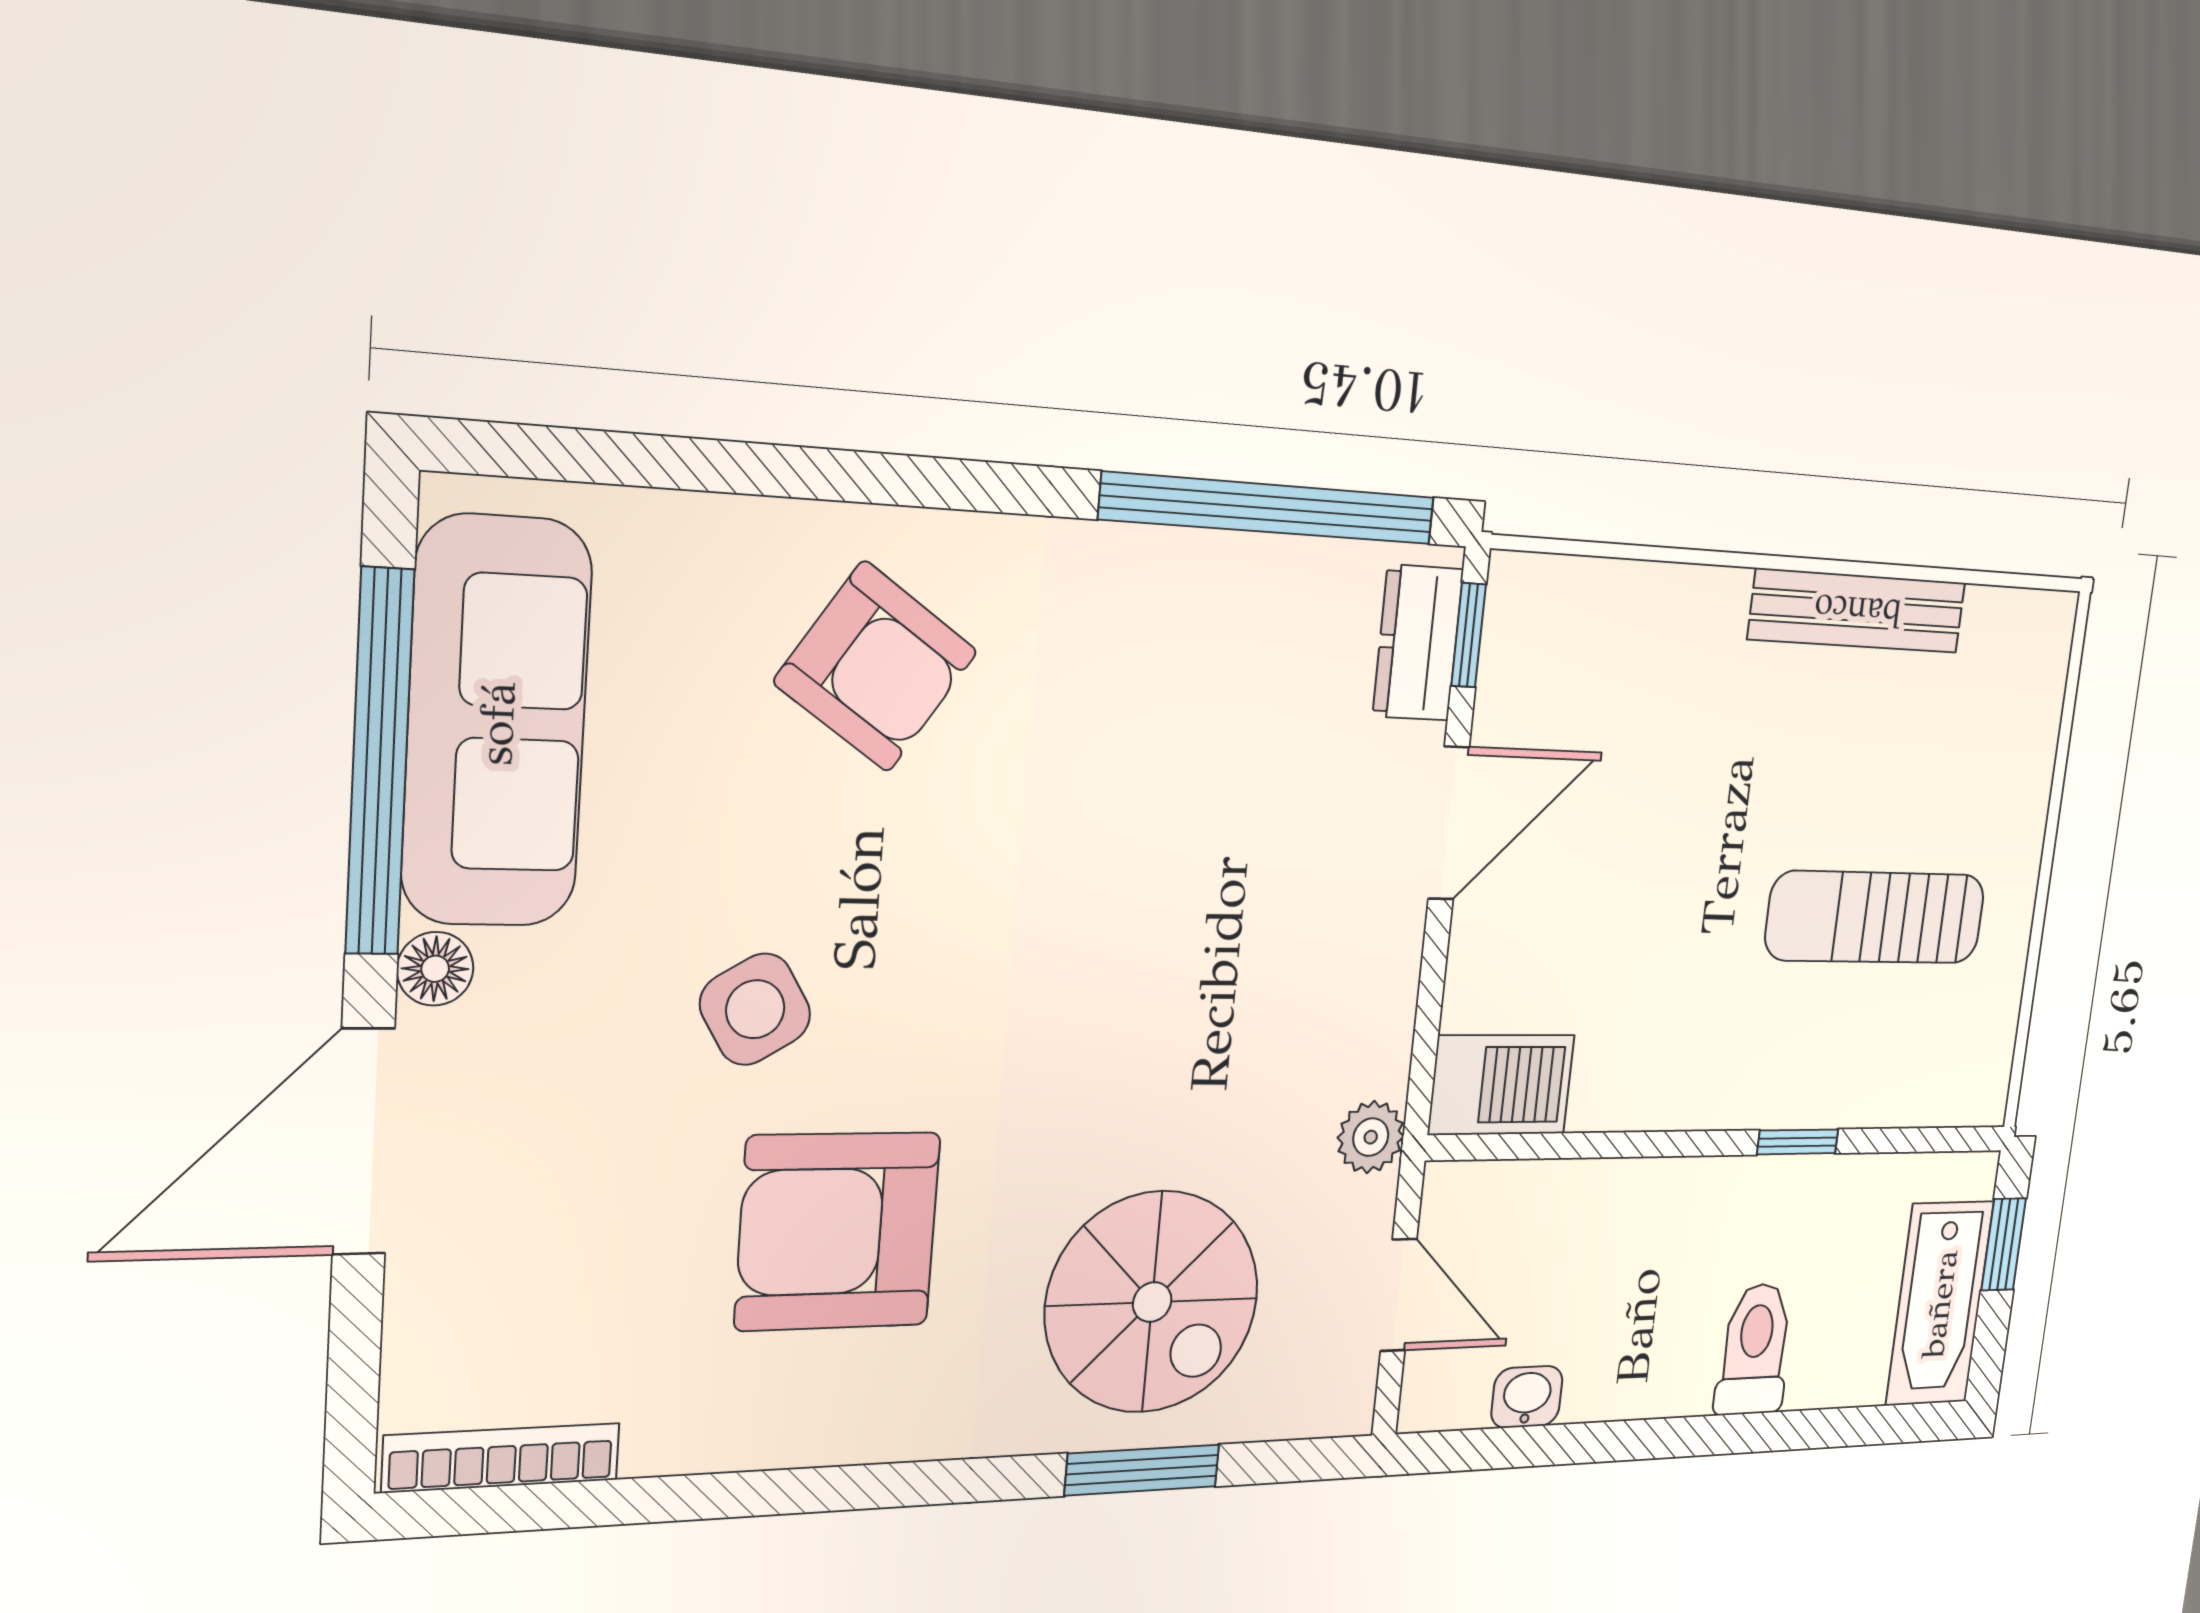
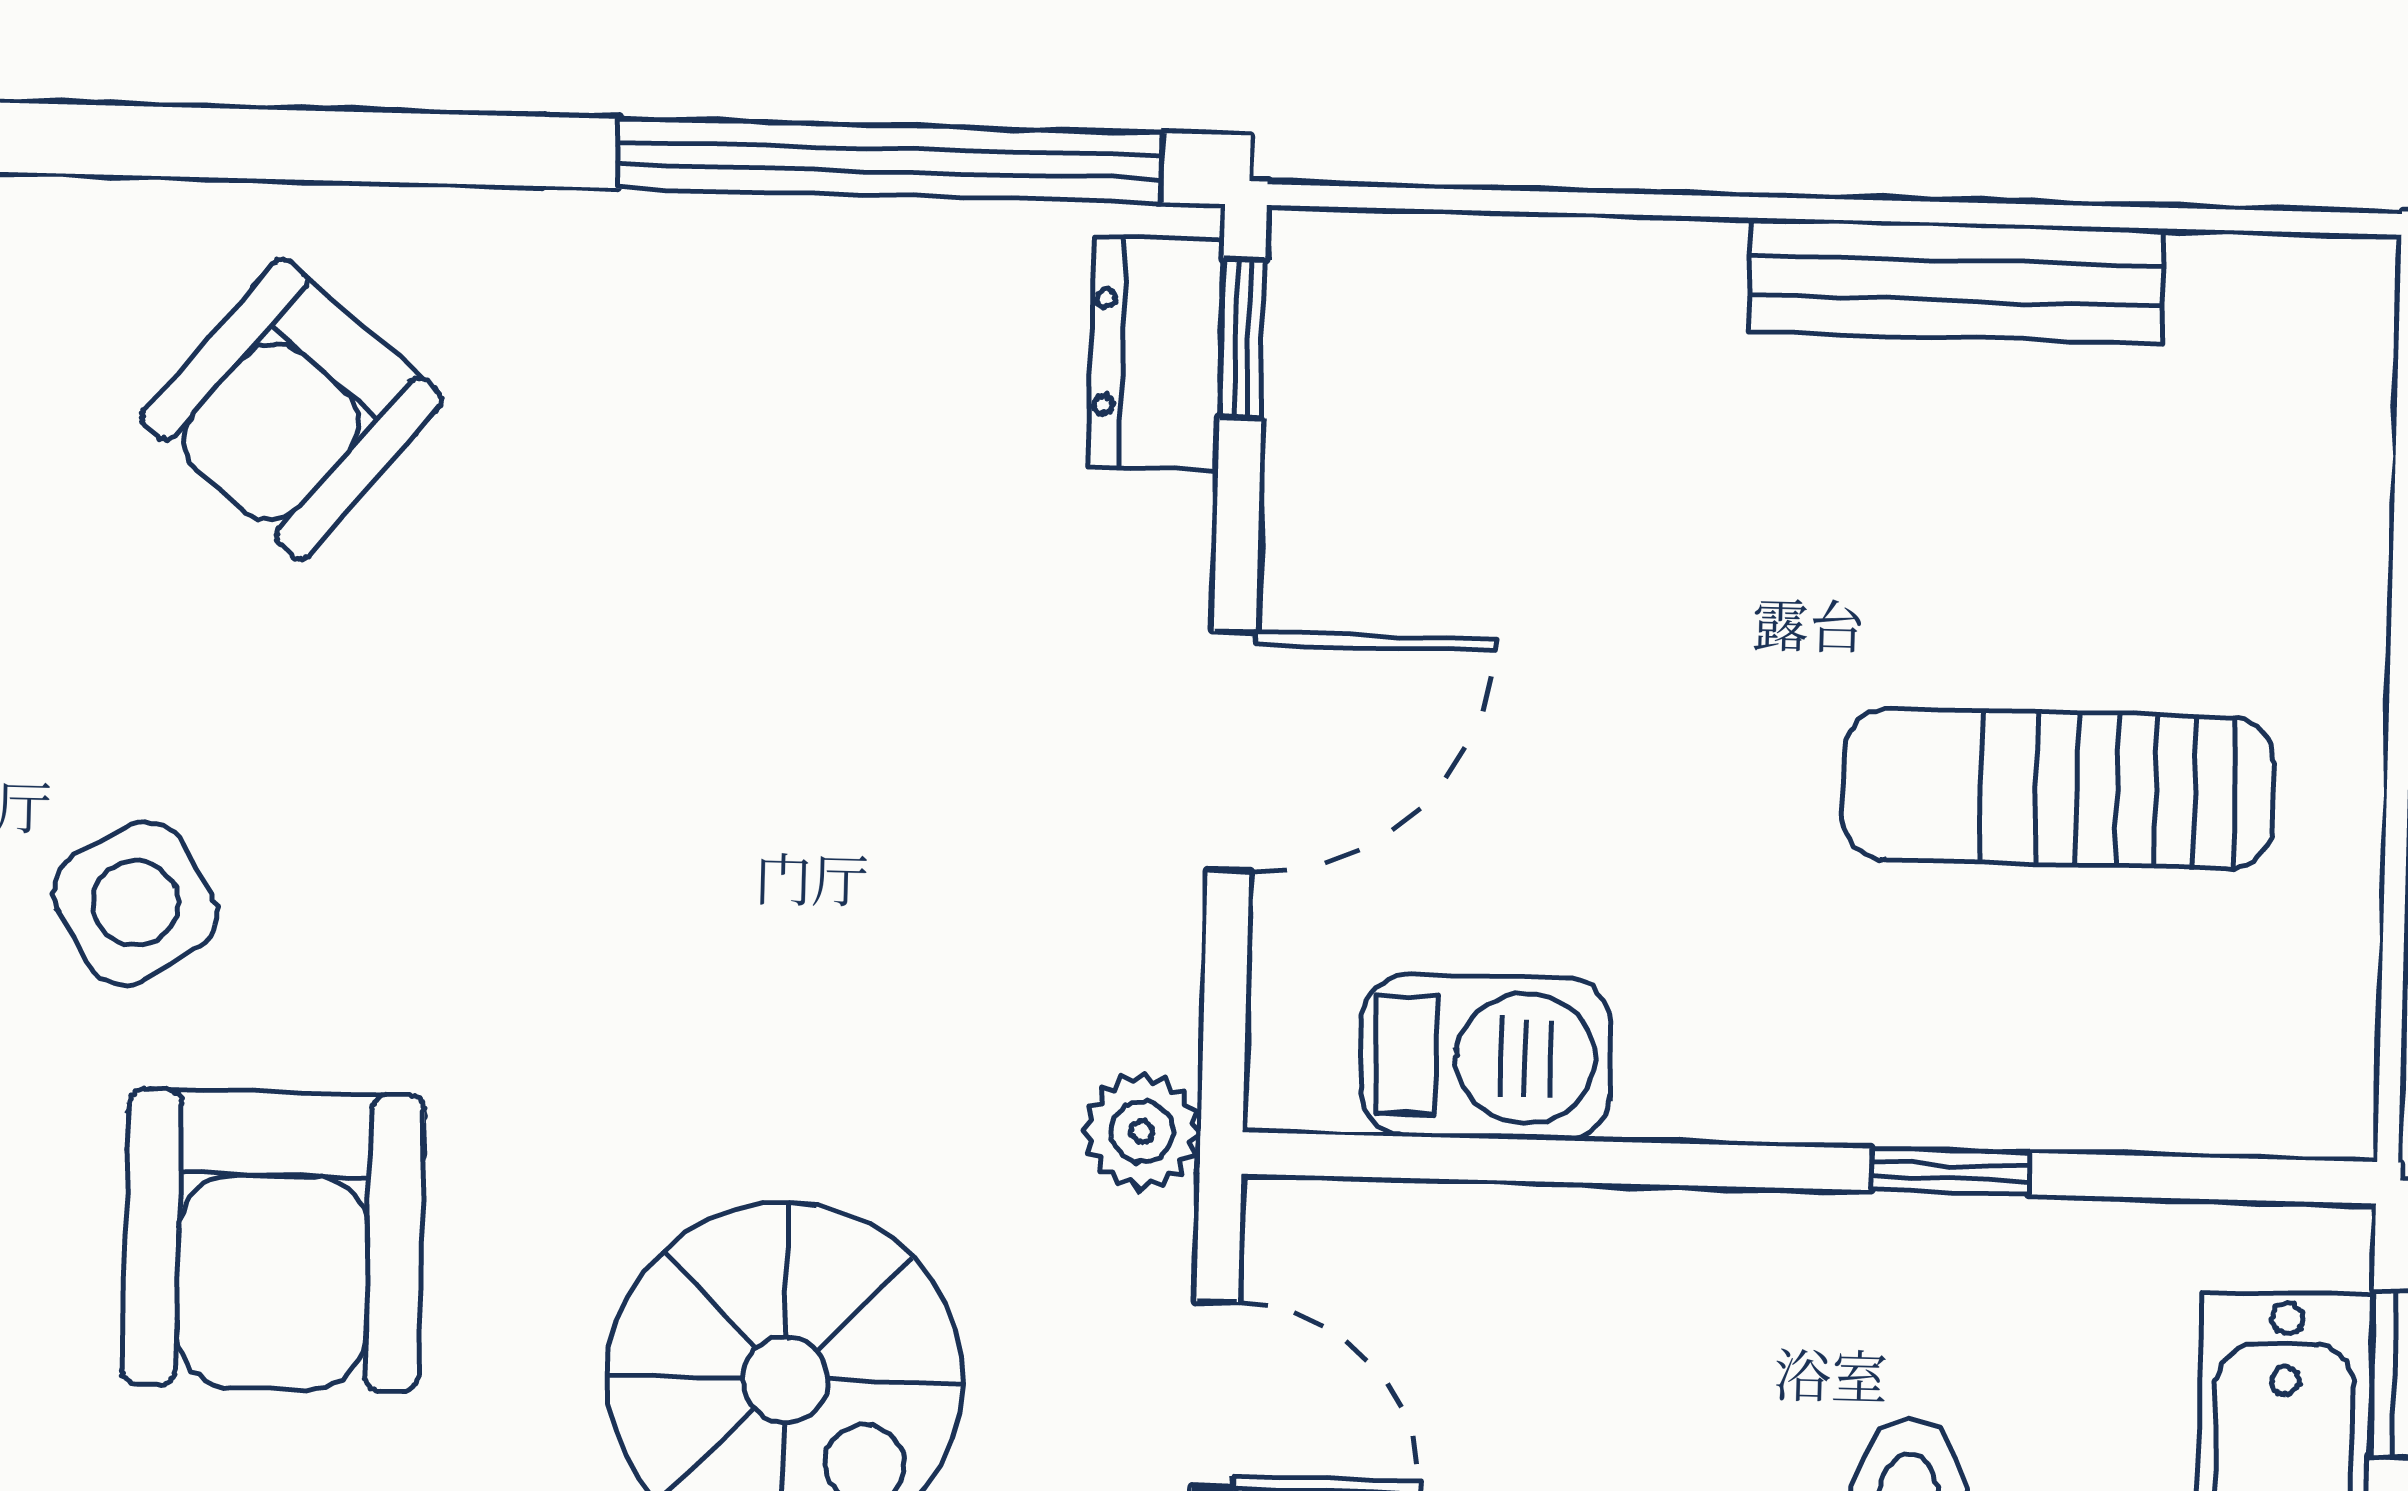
armchair: (876, 667) -> (292, 409), turned 96
door: (1449, 823) -> (1232, 752), moved
barbecue: (1501, 1085) -> (1486, 1057), moved
armchair: (838, 1231) -> (273, 1240), turned -90

